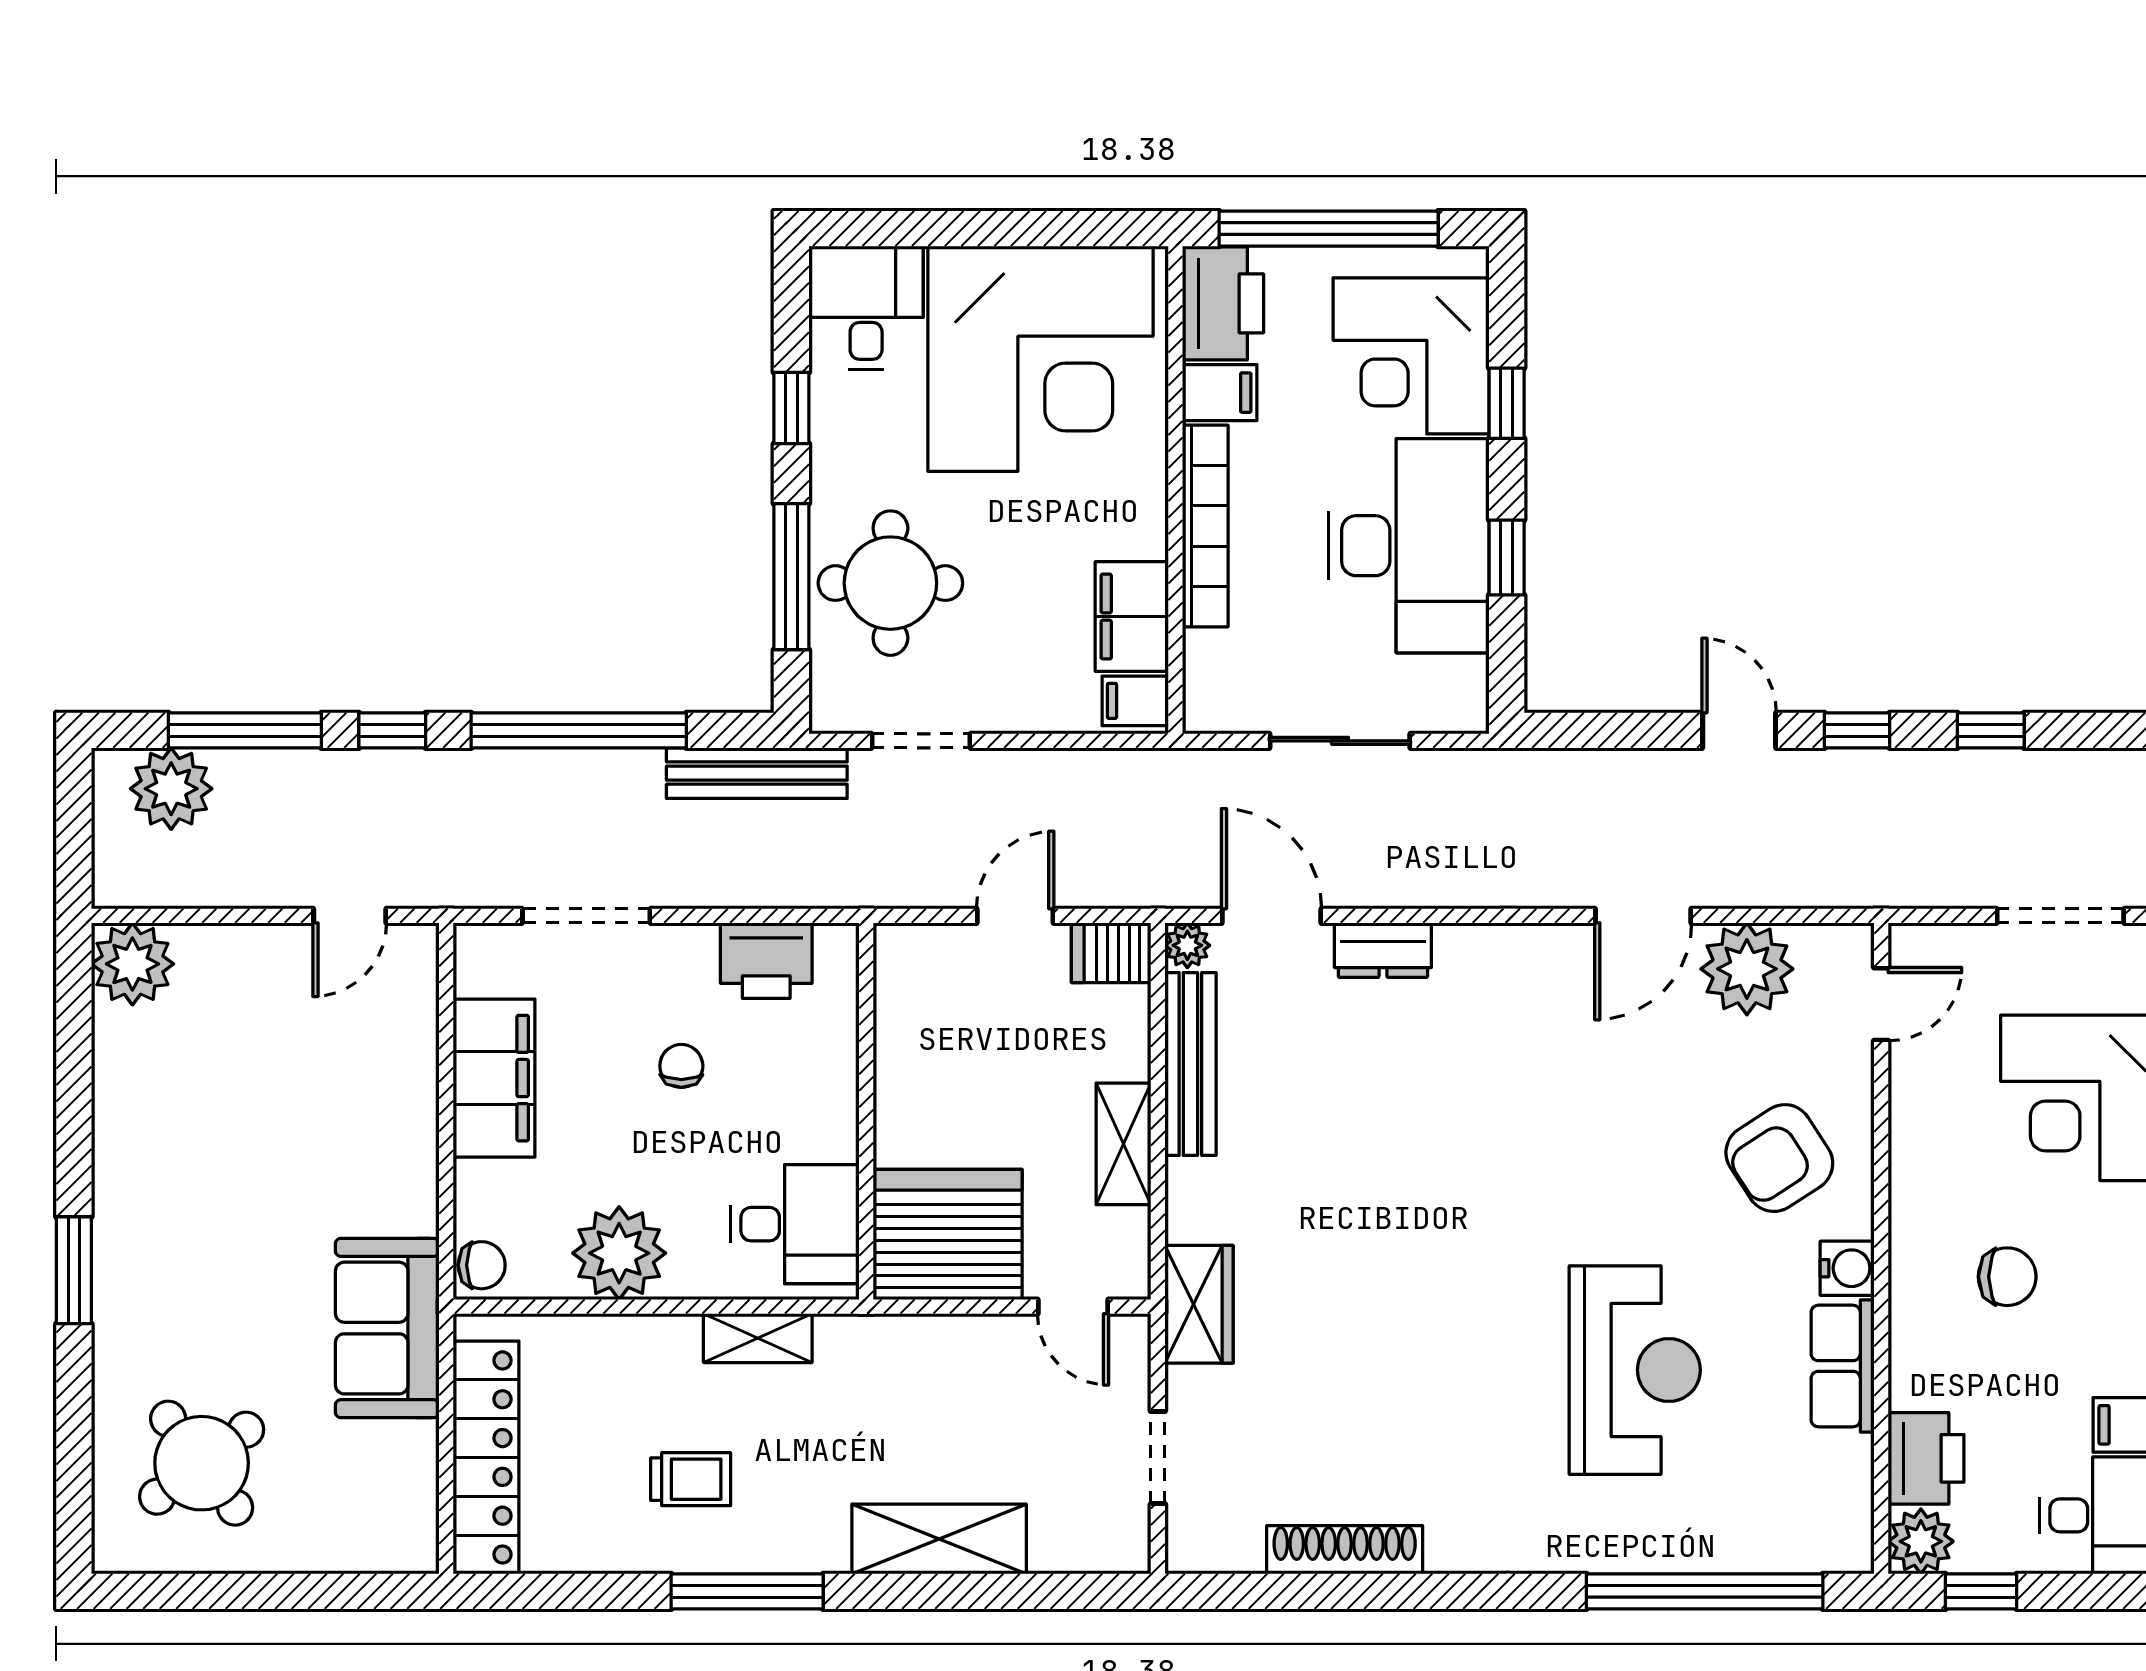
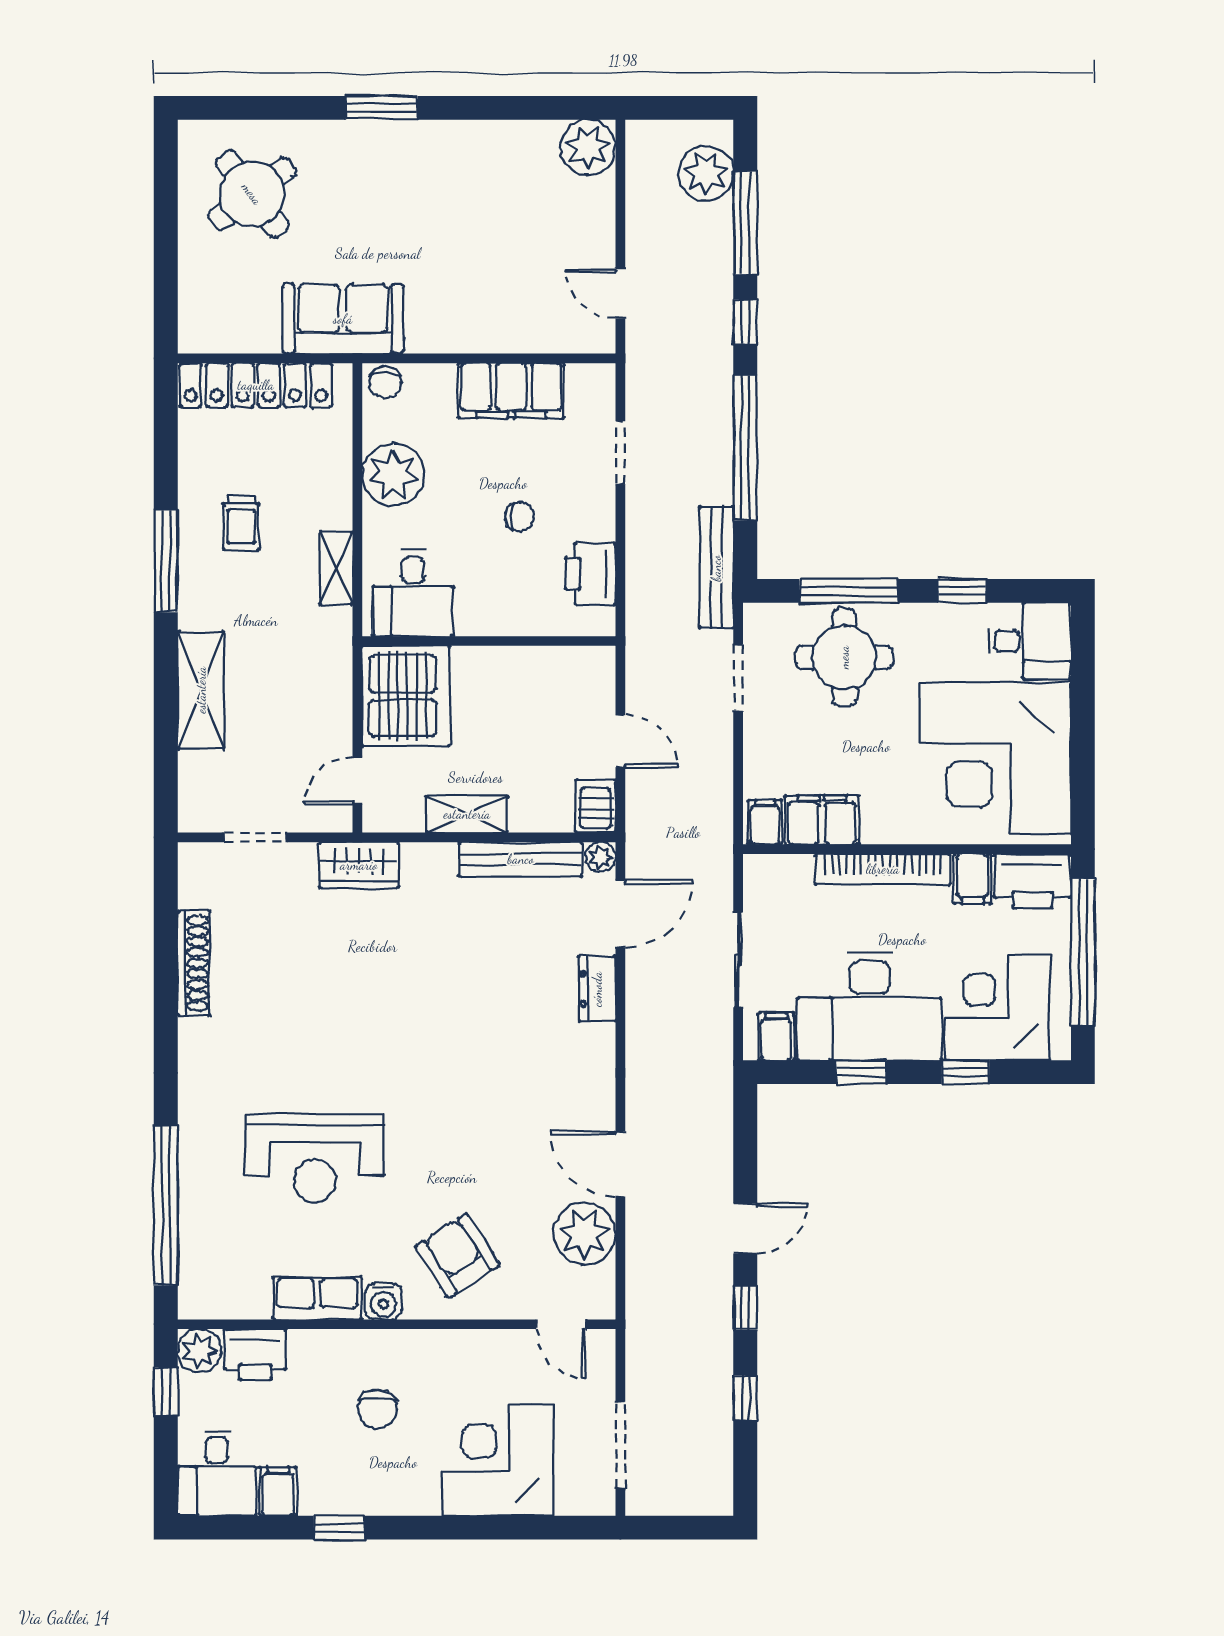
filing cabinet: (1454, 684) -> (776, 1036), added
doorway: (586, 916) -> (620, 453), width x0.73

